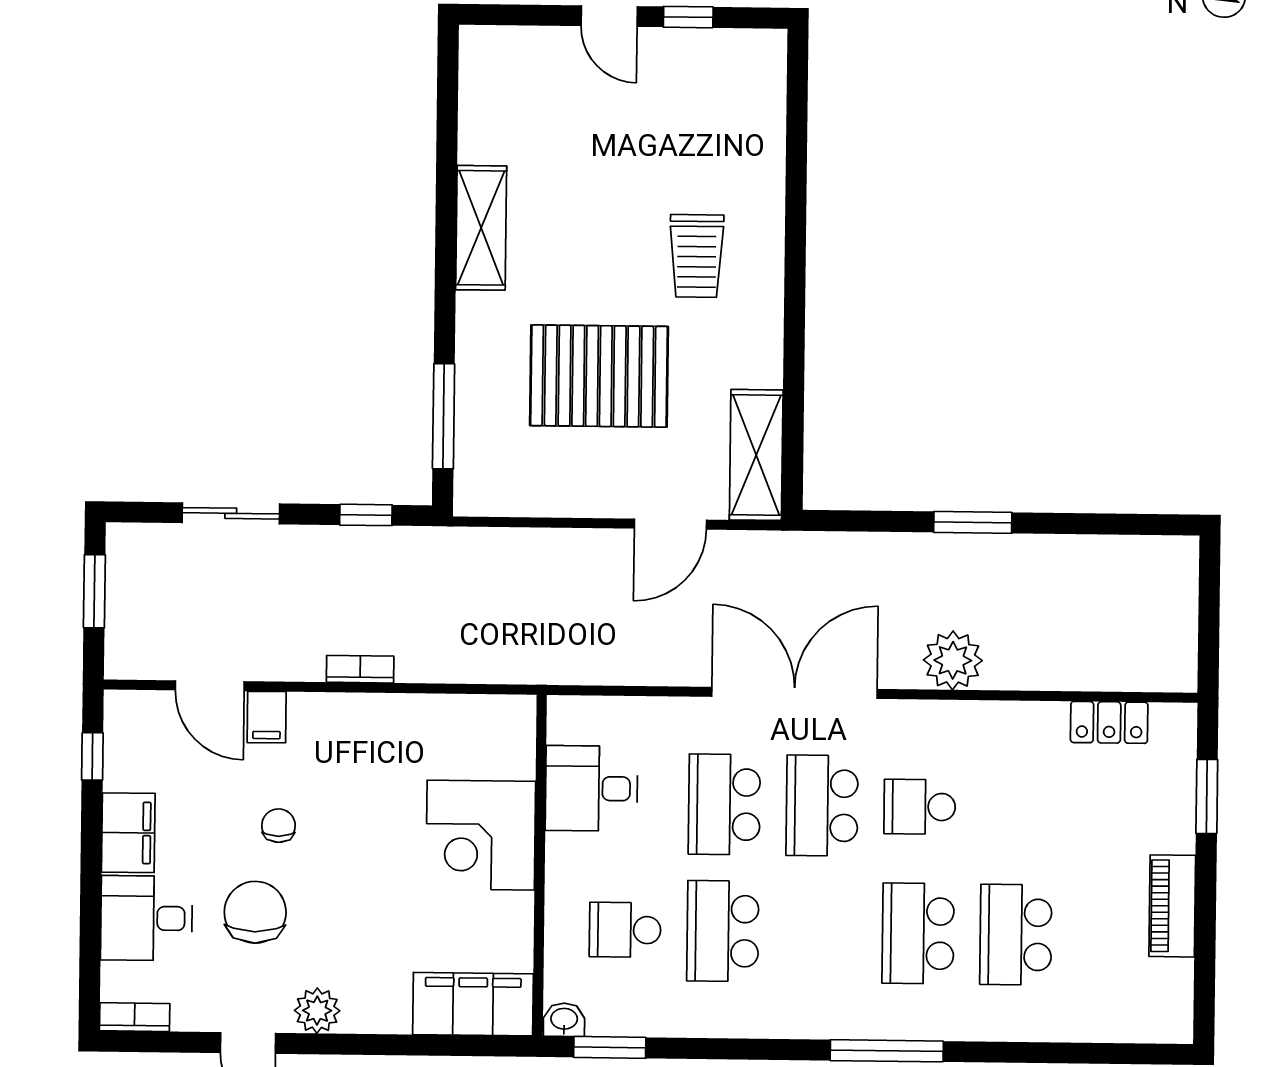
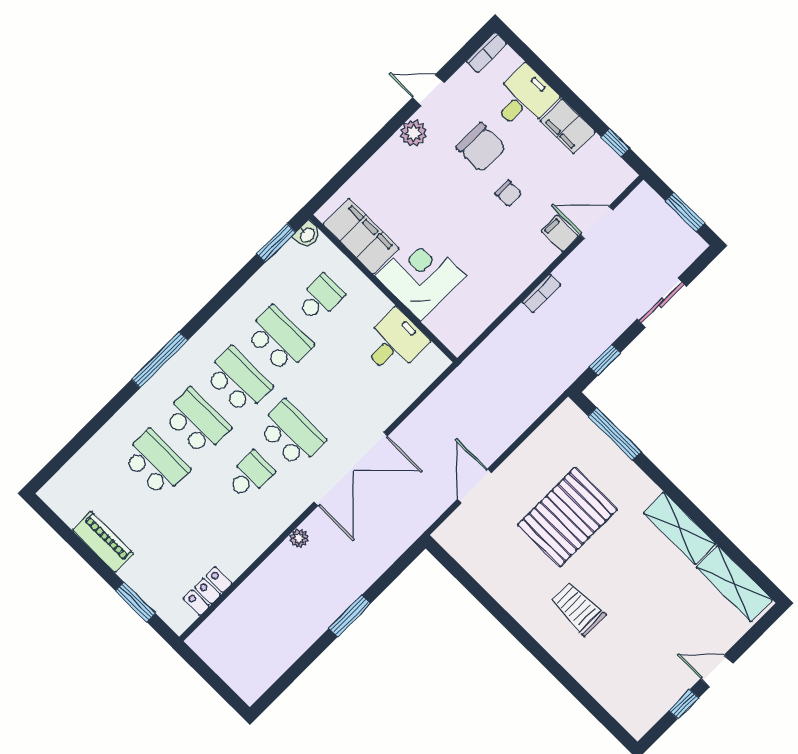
shelving: (756, 455) -> (734, 584), moved
plant: (953, 660) -> (299, 538), width x0.53, depth x0.53
school desk: (724, 804) -> (238, 381), moved
filing cabinet: (473, 1004) -> (361, 236), moved, turned -90

